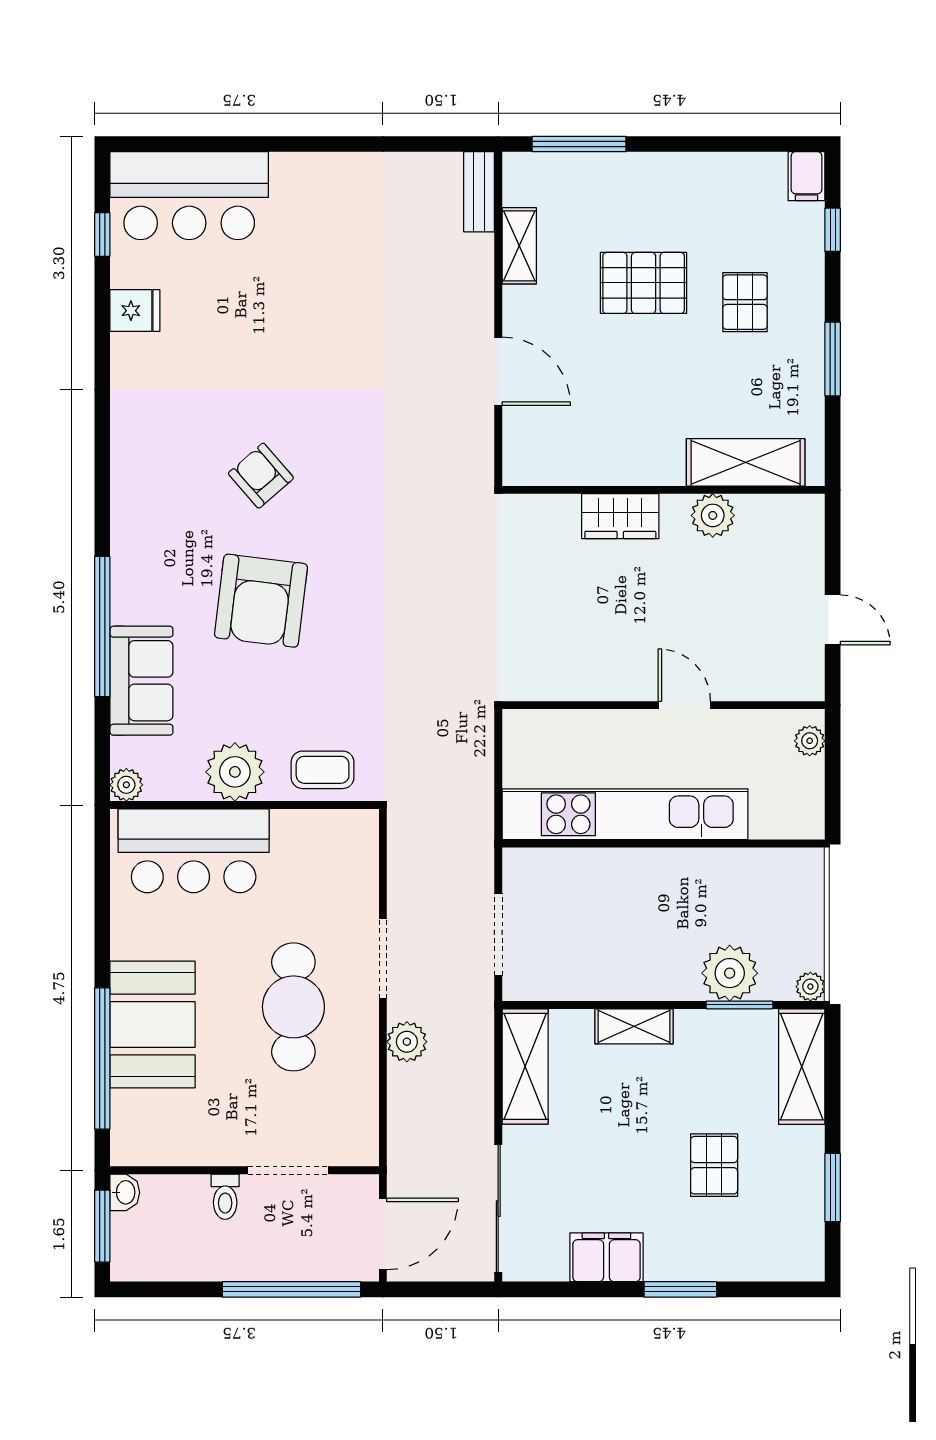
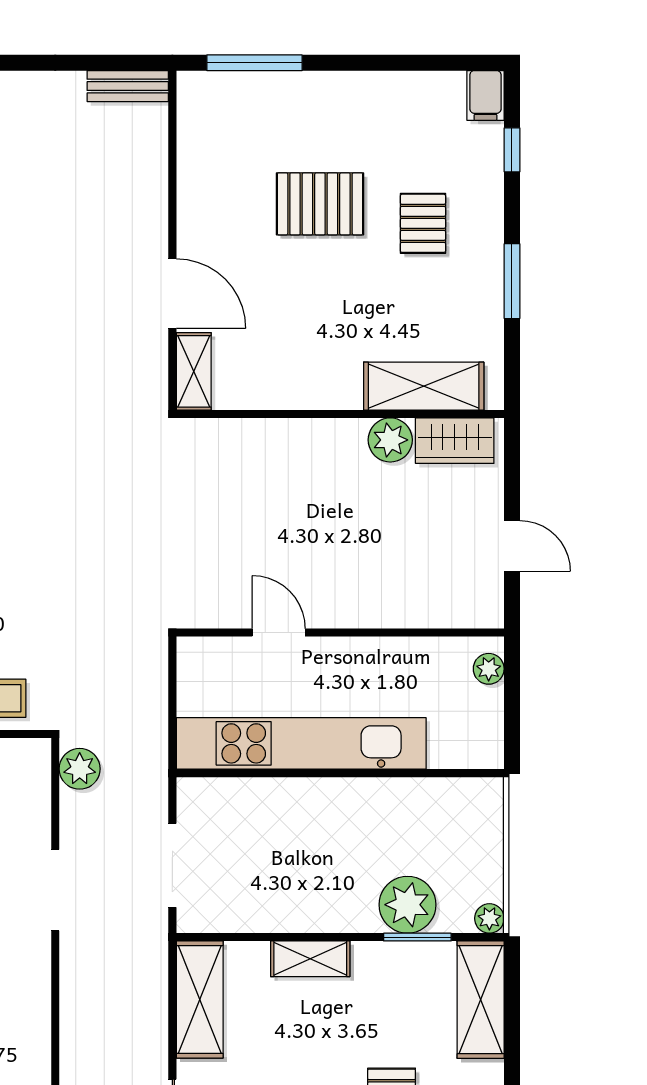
bench: (479, 192) -> (128, 86), moved, turned 90
shelving: (519, 246) -> (194, 371), moved
wardrobe: (620, 516) -> (455, 441), moved
door: (684, 705) -> (279, 633), moved
plant: (407, 1042) -> (80, 769), moved

